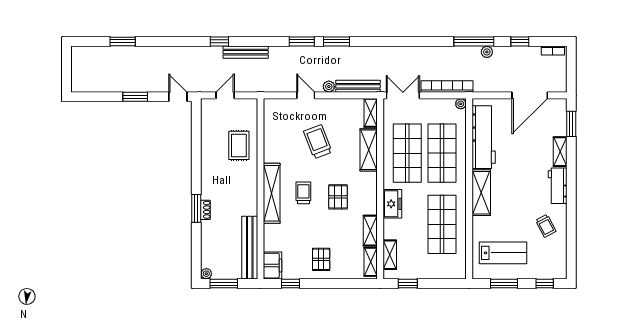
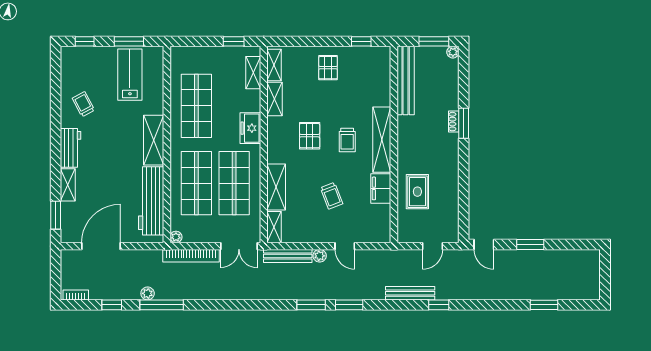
trolley: (318, 142) -> (332, 196), width x0.73, depth x0.72
lab bench: (503, 253) -> (130, 75), turned 90
filing cabinet: (273, 266) -> (381, 188), moved

